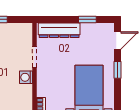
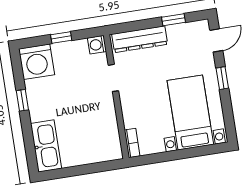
washing machine: (26, 77) -> (97, 45), moved

